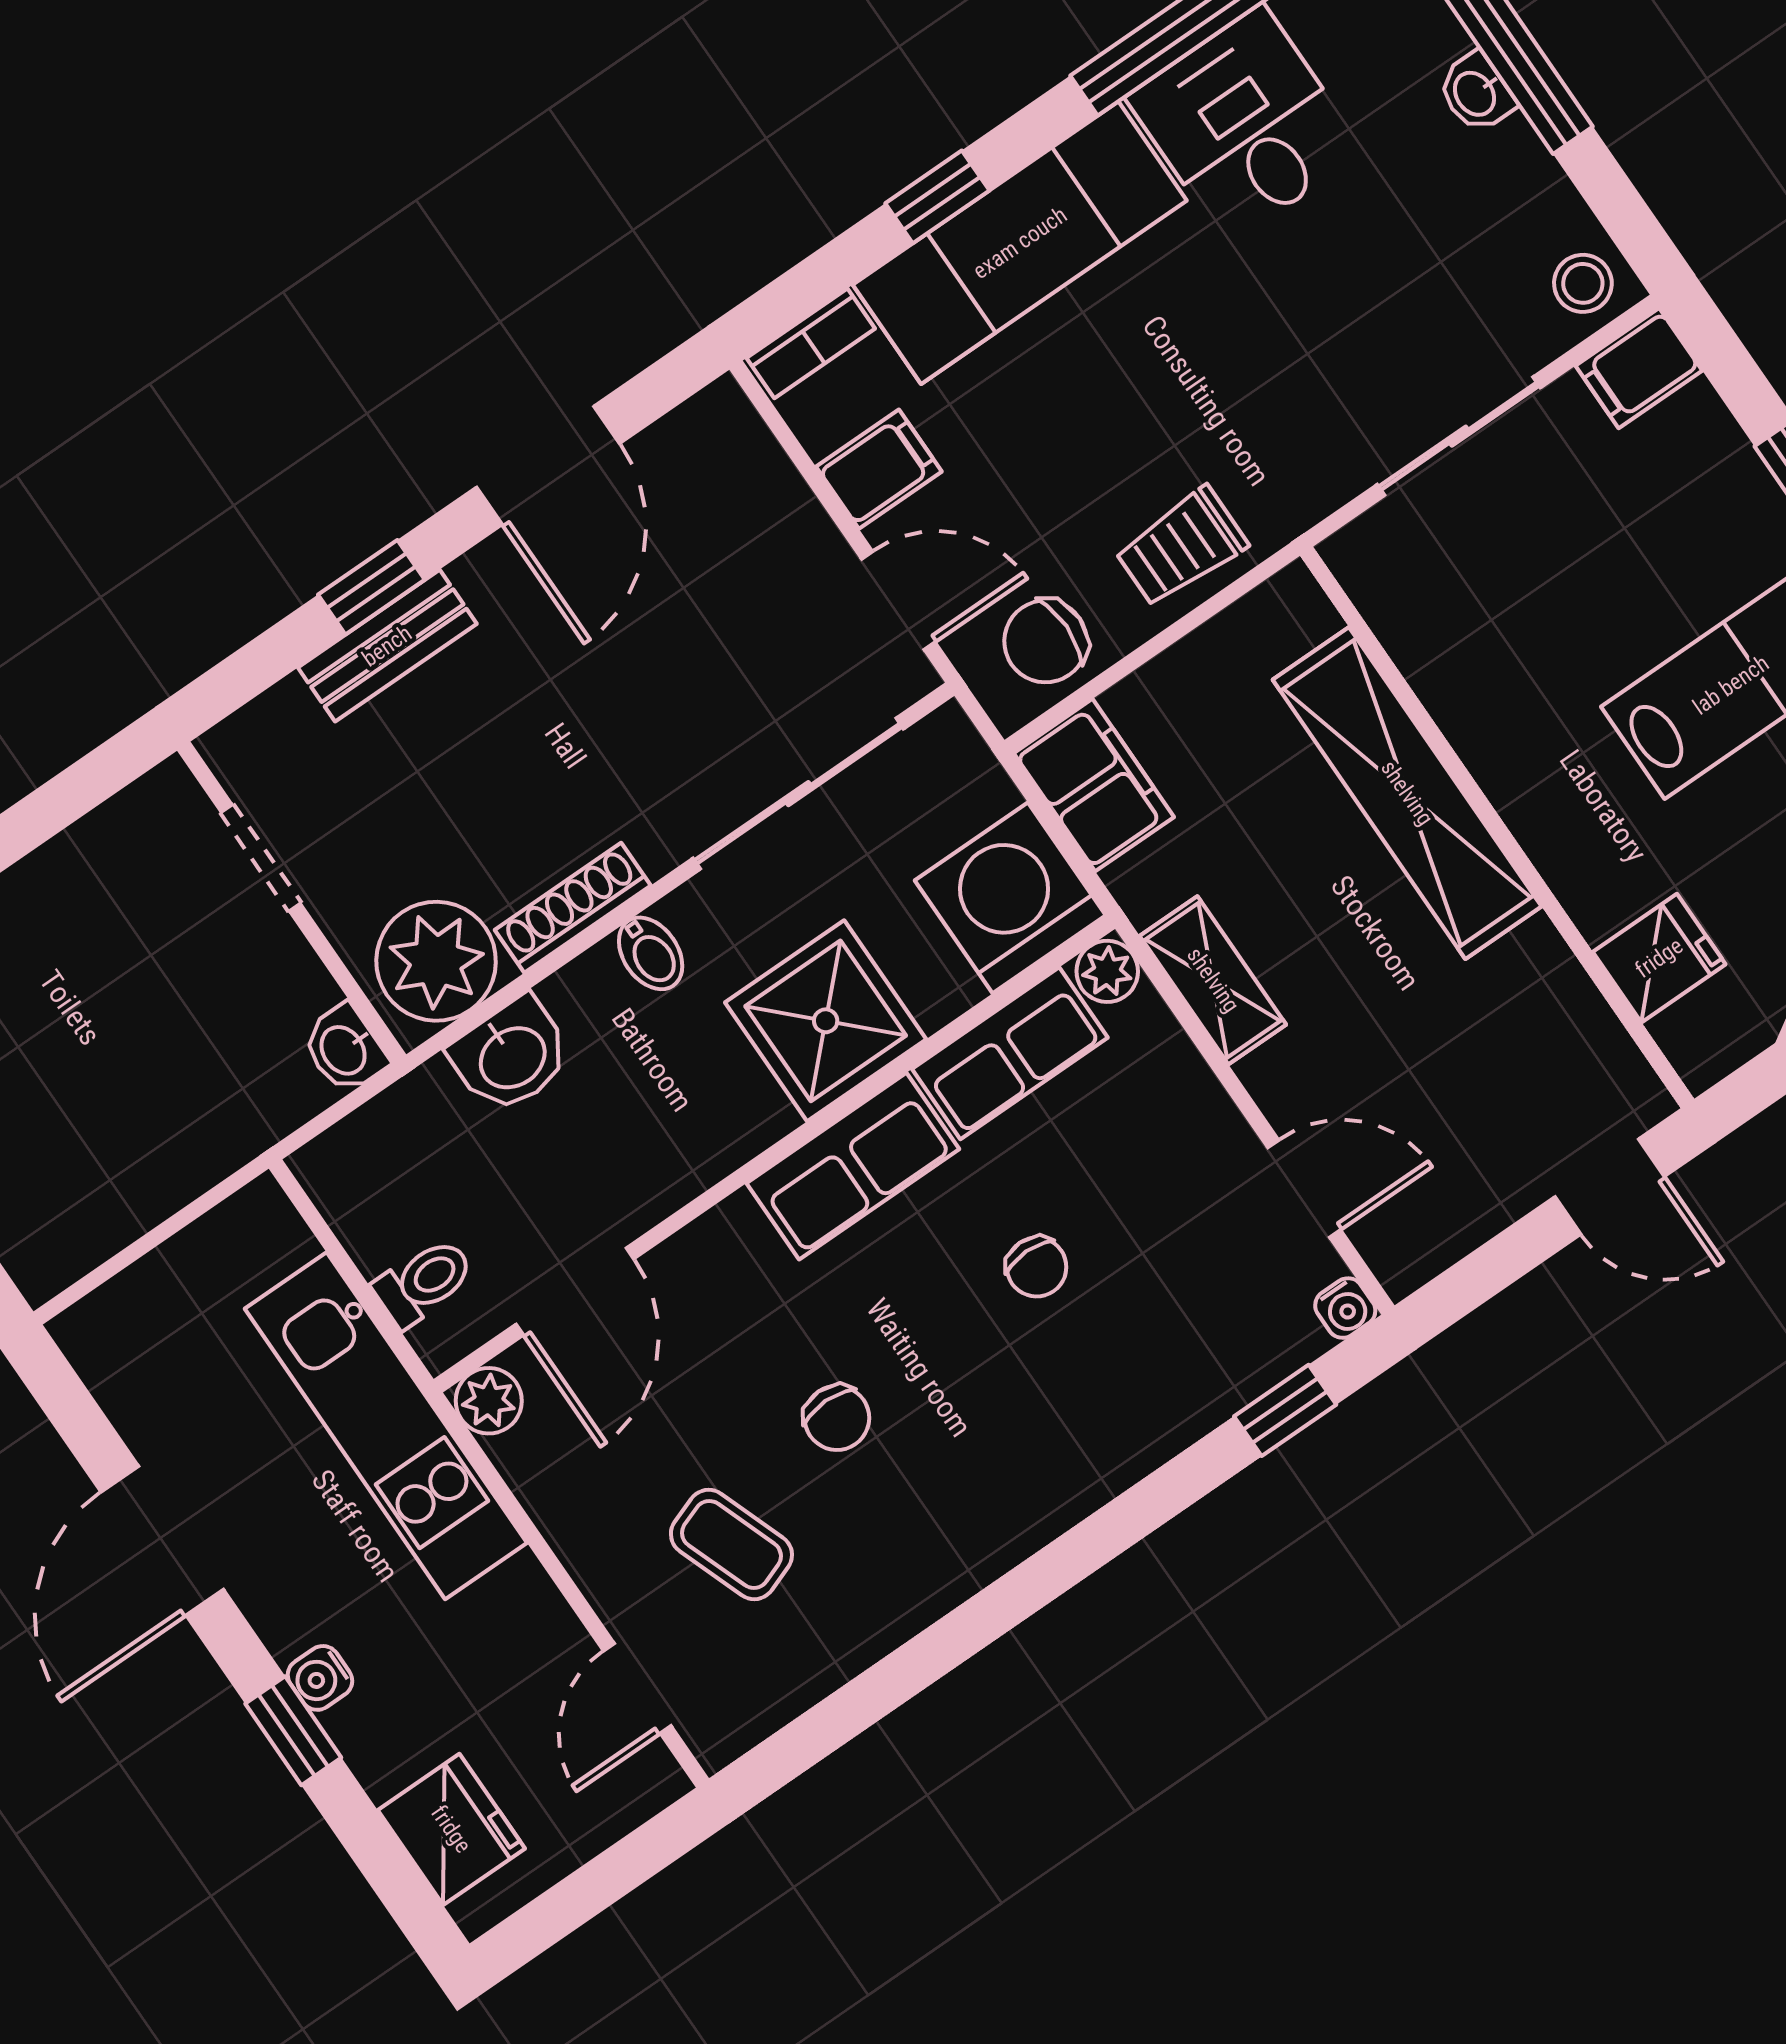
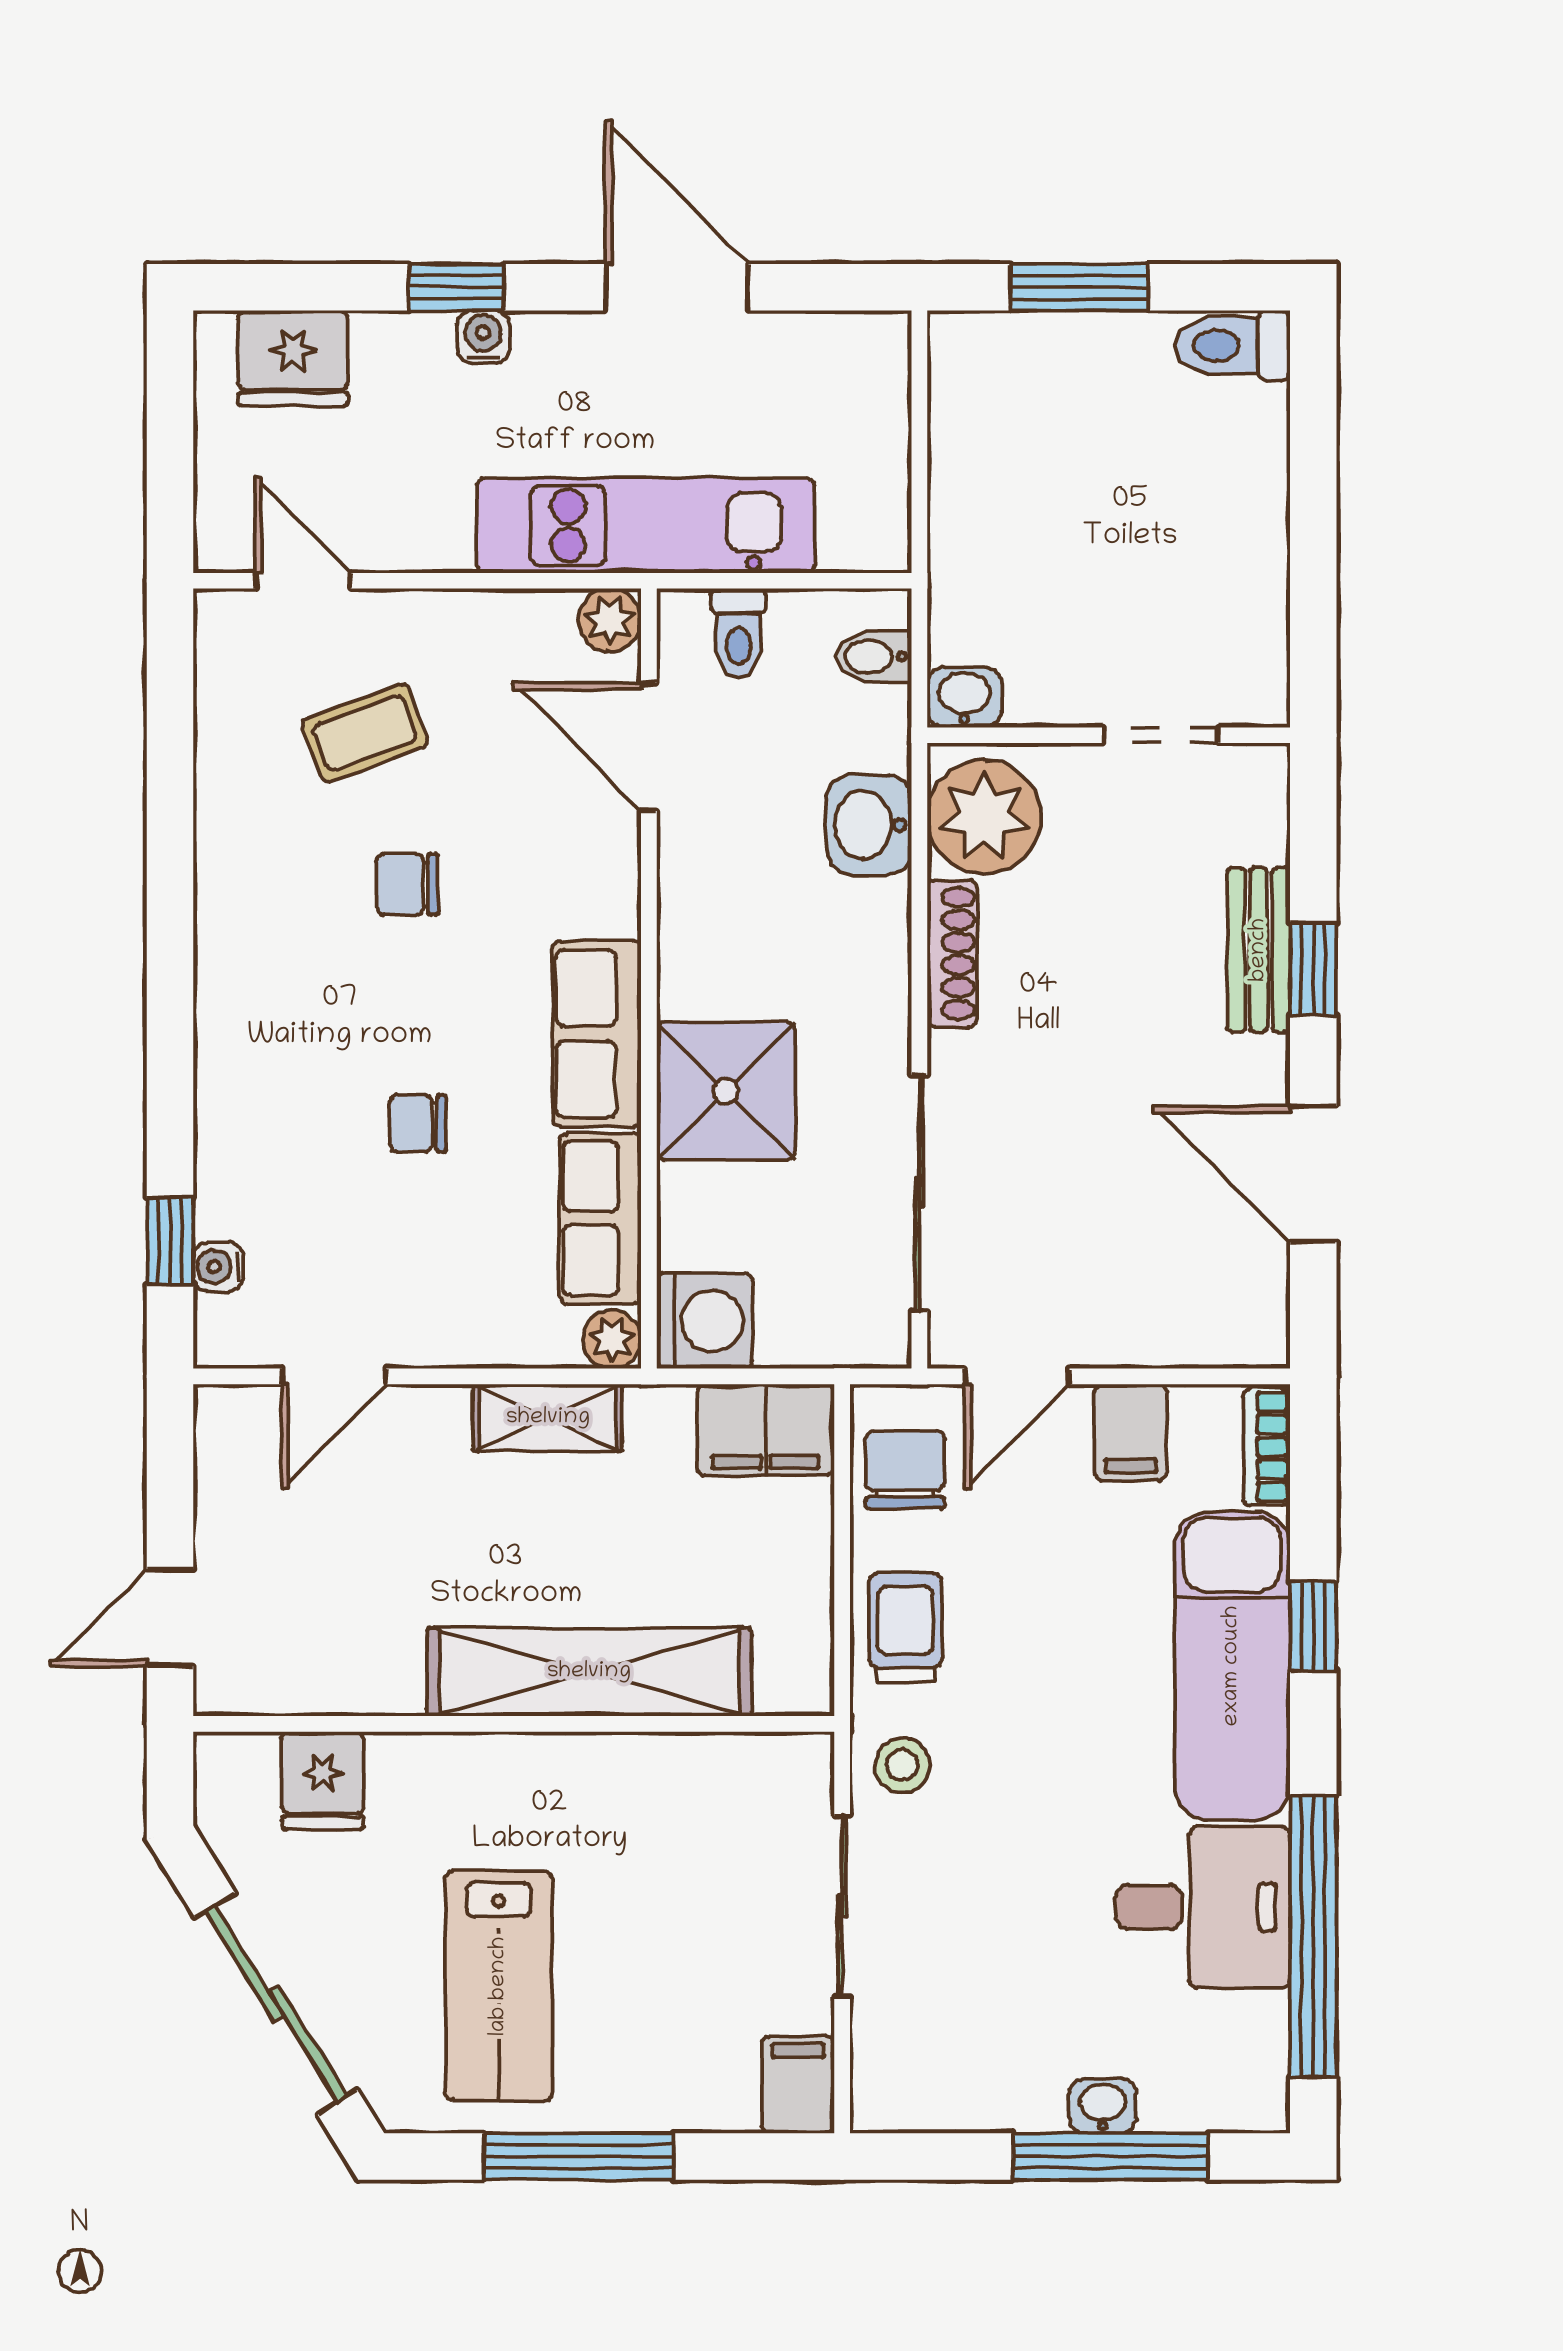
stool: (1583, 283) -> (902, 1765), moved
washing machine: (1010, 898) -> (705, 1321), width x0.73, depth x0.73
bidet: (651, 953) -> (874, 657), moved
water cooler: (1345, 1308) -> (218, 1267), moved

